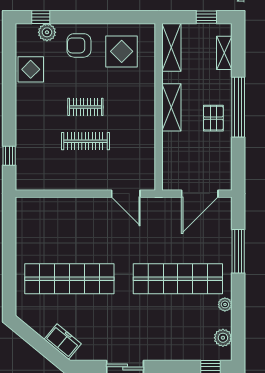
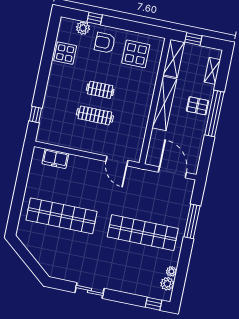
window: (41, 17) -> (95, 19), moved
window: (206, 17) -> (193, 39), moved
shelving: (171, 107) -> (164, 103), width x1.47
pallet: (213, 118) -> (197, 106), moved, turned 90
door: (200, 194) -> (172, 172), swing flipped
plant: (225, 304) -> (171, 271), moved
freezer: (63, 341) -> (55, 159), moved, turned 141

